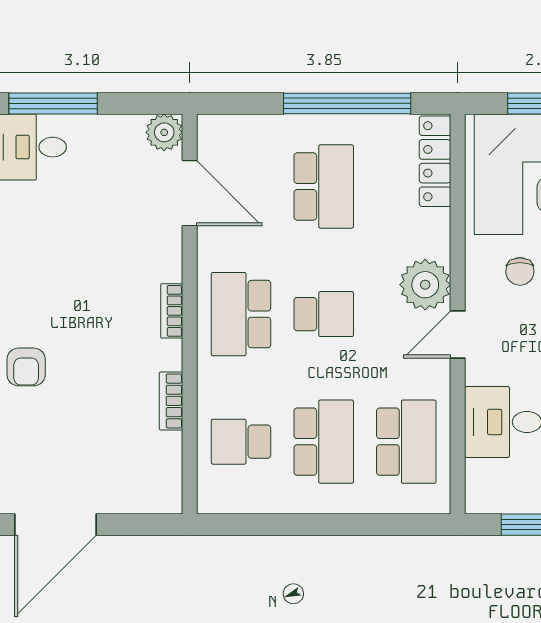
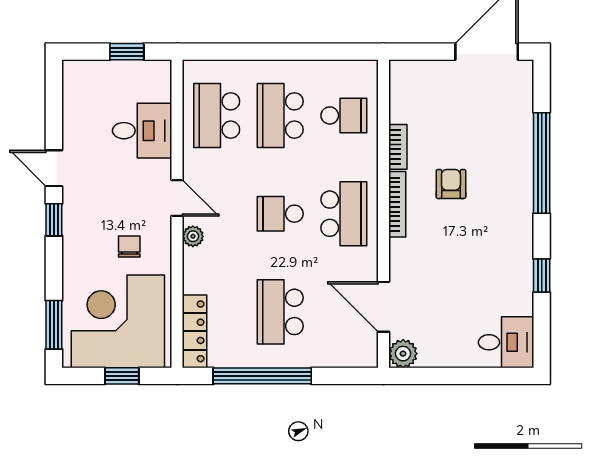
window: (53, 103) -> (489, 376), removed
plant: (425, 285) -> (193, 236), width x0.53, depth x0.53
bookcase: (172, 311) -> (397, 204), width x1.56
door: (458, 334) -> (177, 198), hinge flipped
armchair: (26, 367) -> (451, 184), moved

